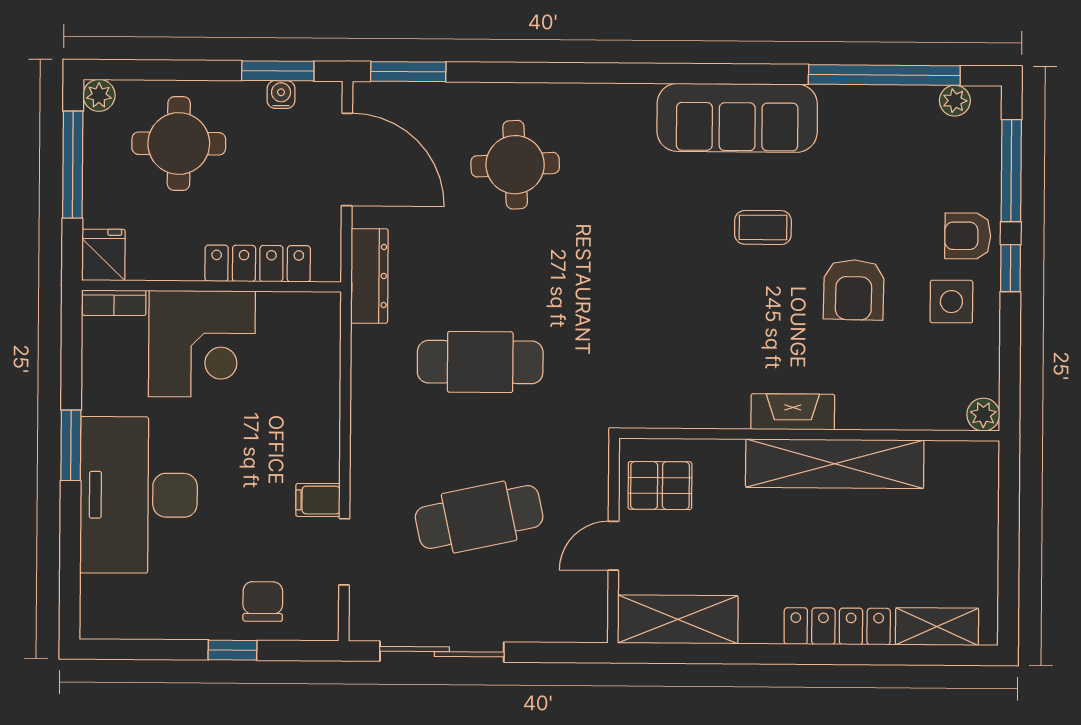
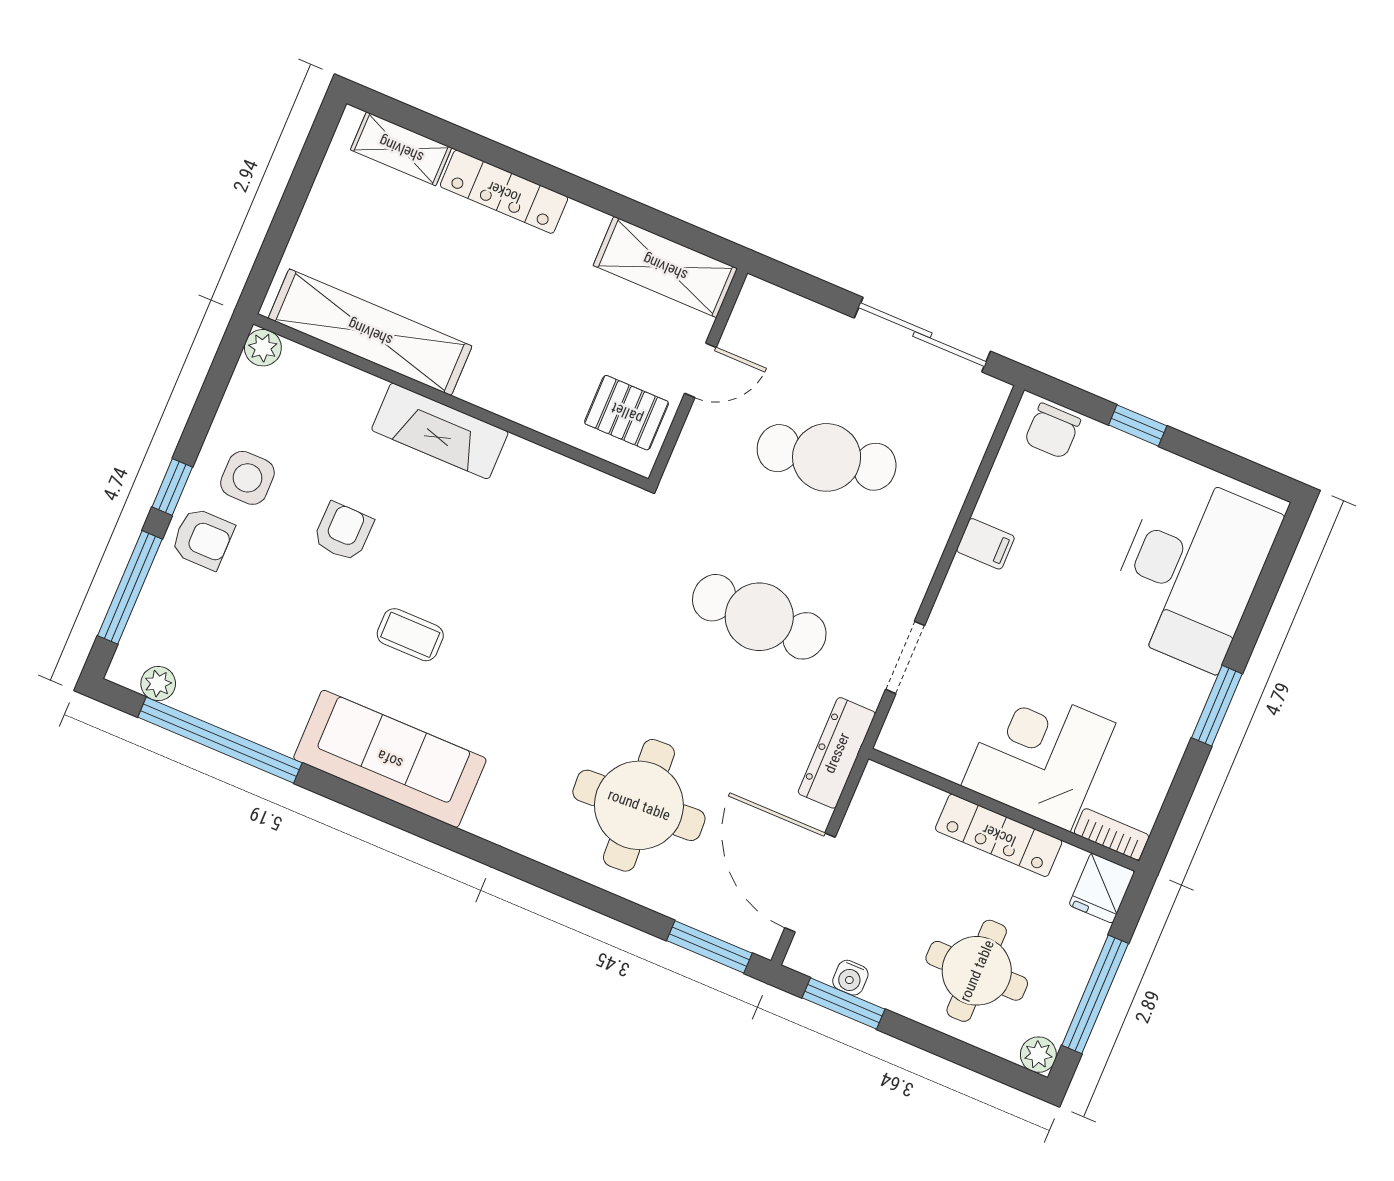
round table: (515, 165) -> (639, 805), width x1.36, depth x1.36
locker: (258, 264) -> (999, 835), moved
armchair: (854, 290) -> (343, 532), width x0.72, depth x0.72
fireplace: (793, 412) -> (440, 431), width x1.37, depth x1.32
shelving: (835, 464) -> (370, 332), moved
desk: (139, 495) -> (1191, 571), moved
doorway: (344, 552) -> (905, 657), moved
chair: (263, 602) -> (1052, 431), moved

